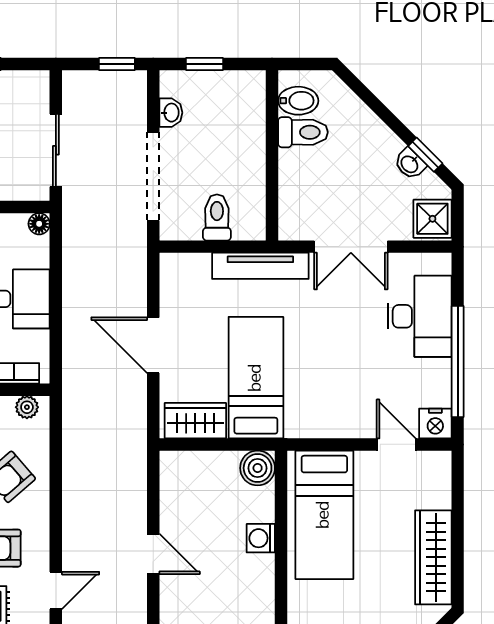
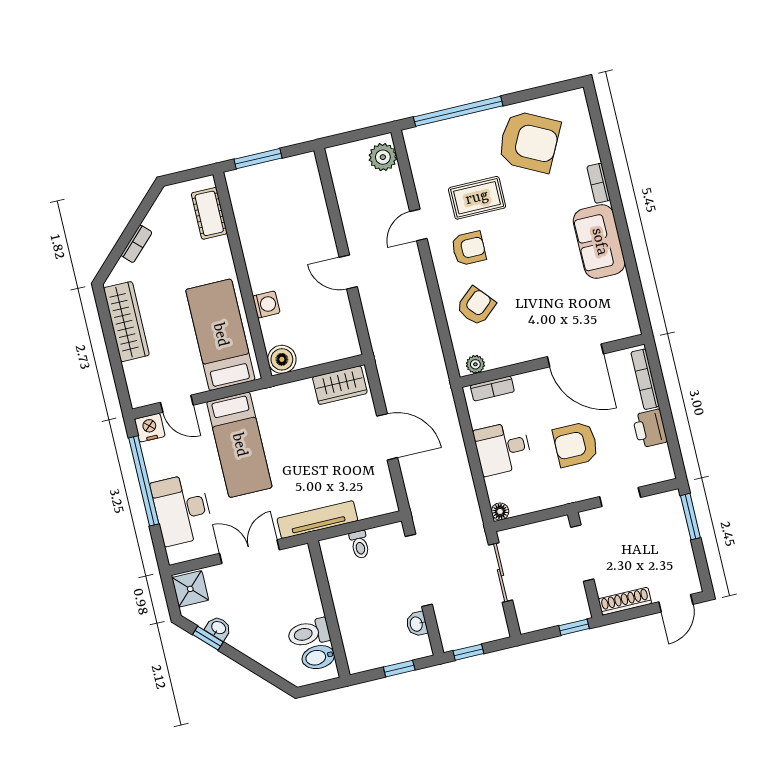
toilet: (217, 217) -> (360, 545), width x0.73, depth x0.72
bed: (256, 378) -> (239, 445), moved

